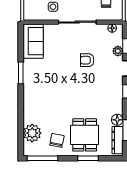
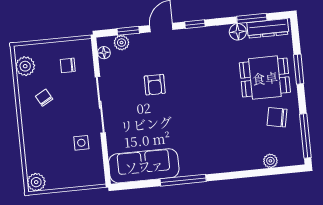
sofa: (33, 41) -> (144, 166), width x1.36
plant: (118, 51) -> (121, 43), moved
window: (21, 73) -> (183, 180), width x1.44
plant: (32, 133) -> (270, 161), width x0.53, depth x0.53

